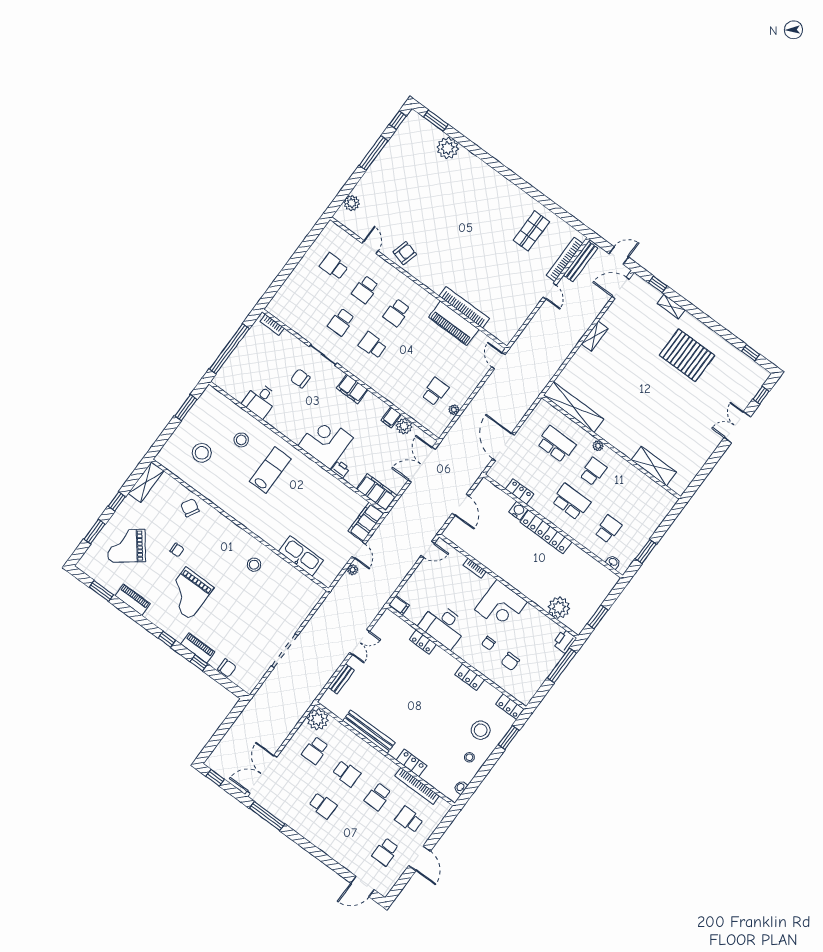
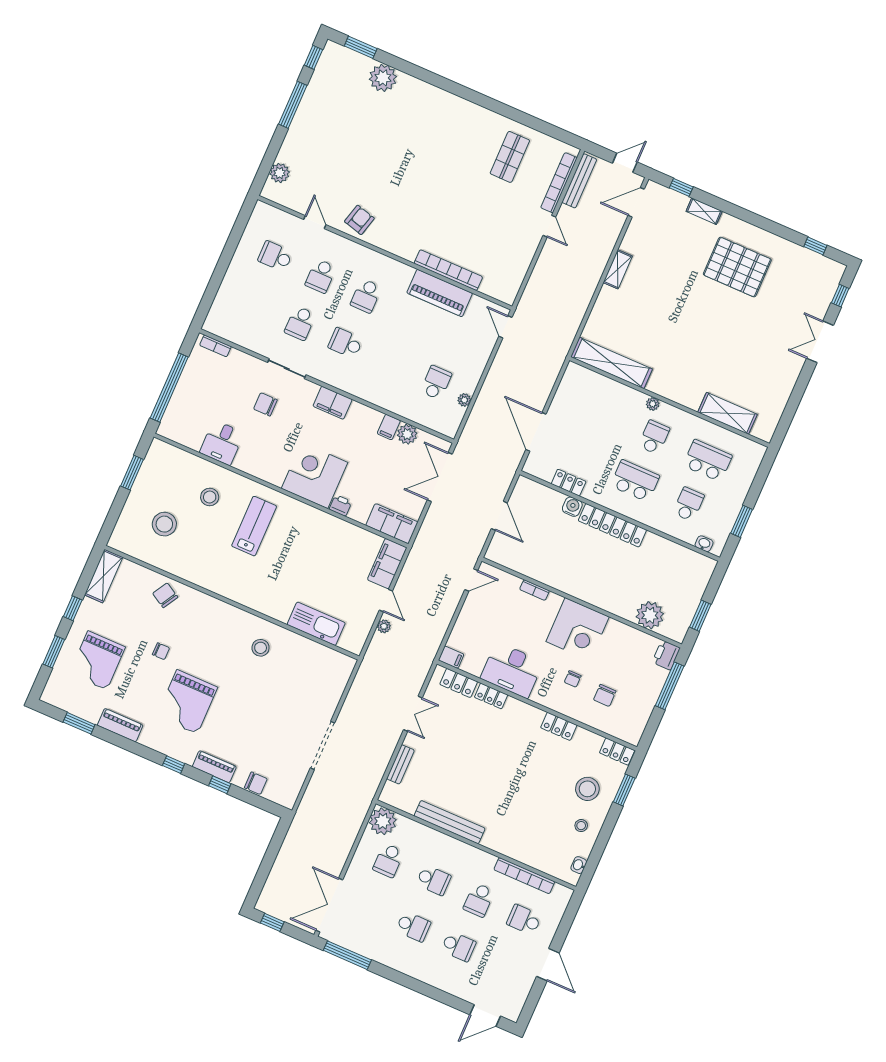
school desk: (556, 444) -> (708, 461), moved
grand piano: (126, 546) -> (97, 660), turned -52
locker: (411, 763) -> (459, 683), moved, turned 180
school desk: (385, 852) -> (459, 946), moved, turned -90

